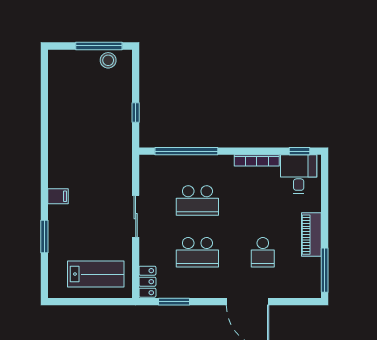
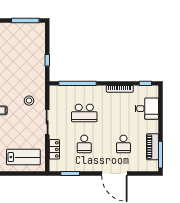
stool: (108, 60) -> (29, 101), moved
desk: (299, 174) -> (147, 109), moved, turned 90
piano: (311, 235) -> (153, 147), moved
school desk: (197, 252) -> (84, 144), width x0.54
locker: (147, 282) -> (54, 149), moved

